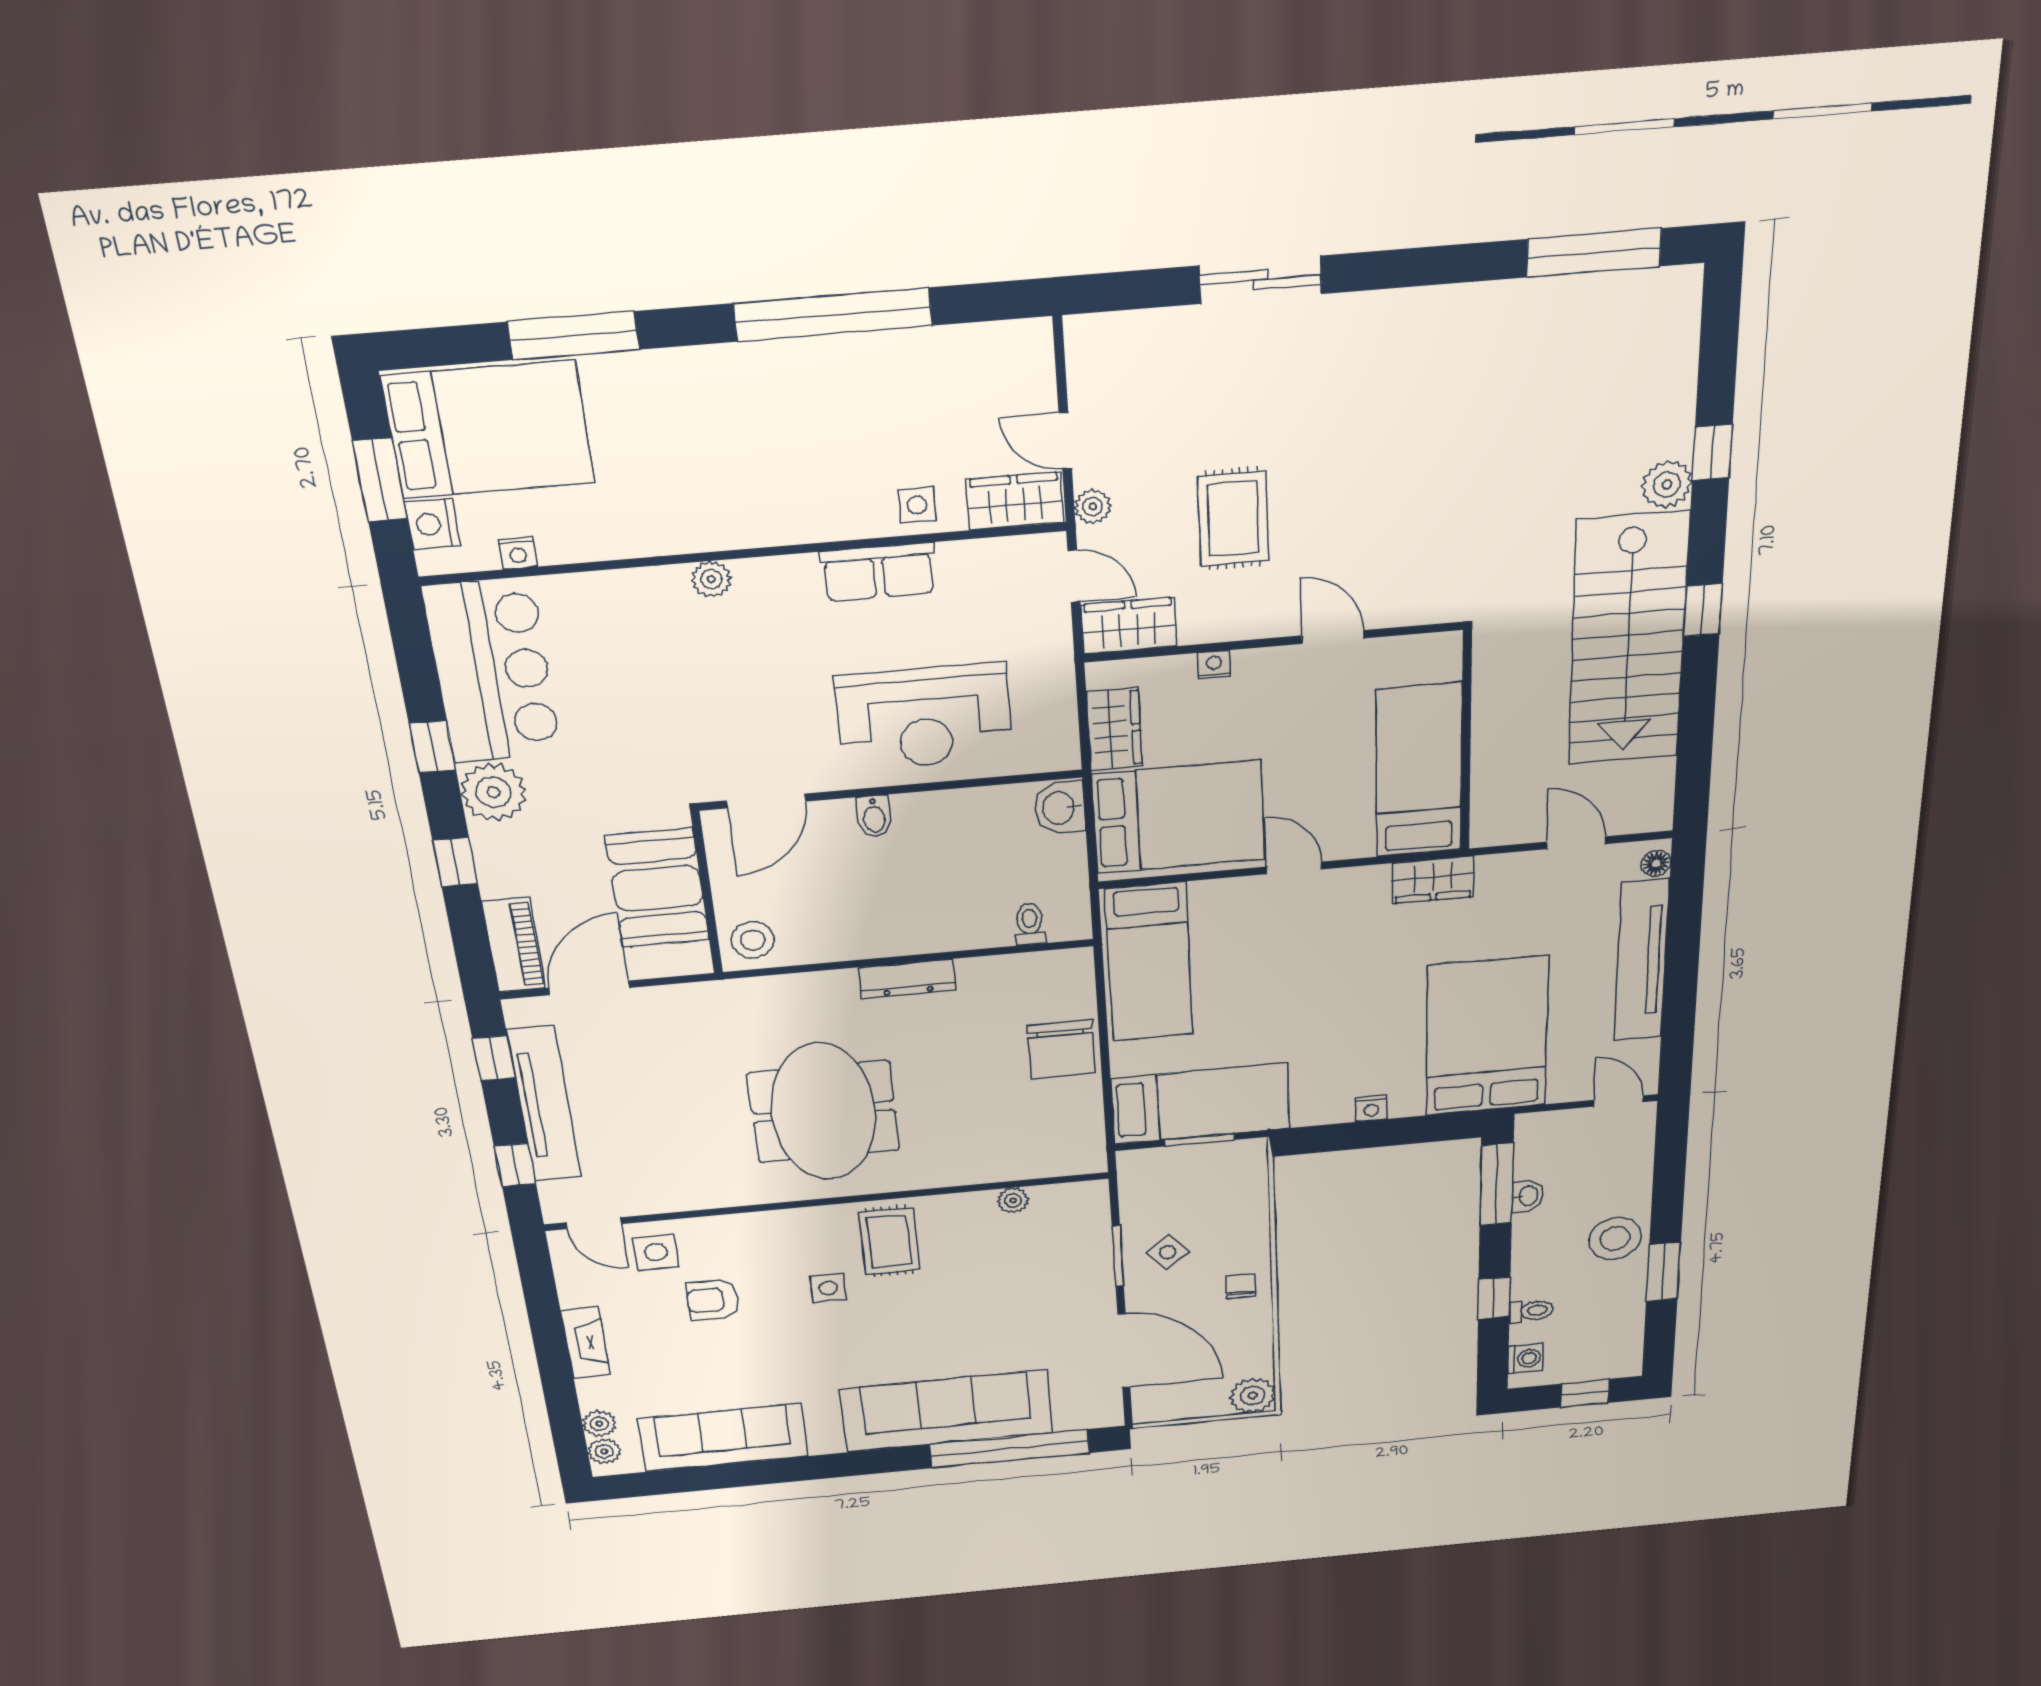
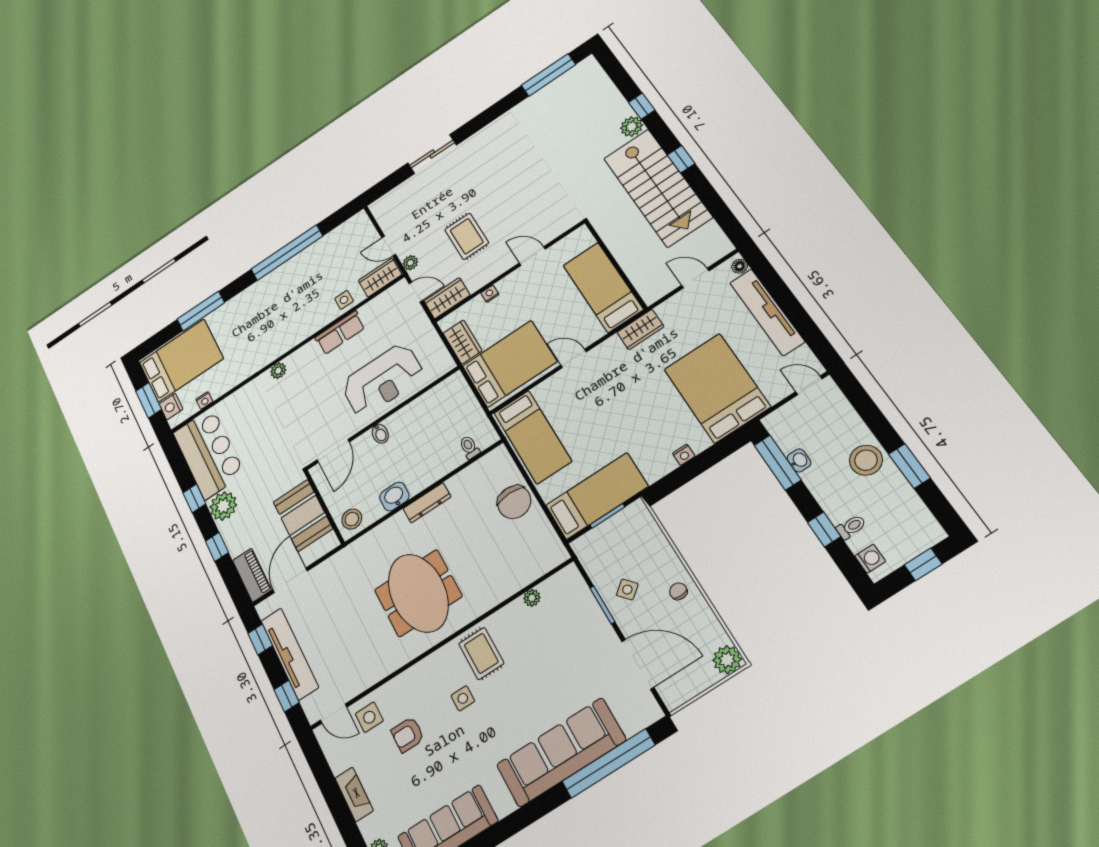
washbasin: (1060, 808) -> (394, 496), moved, turned 90

